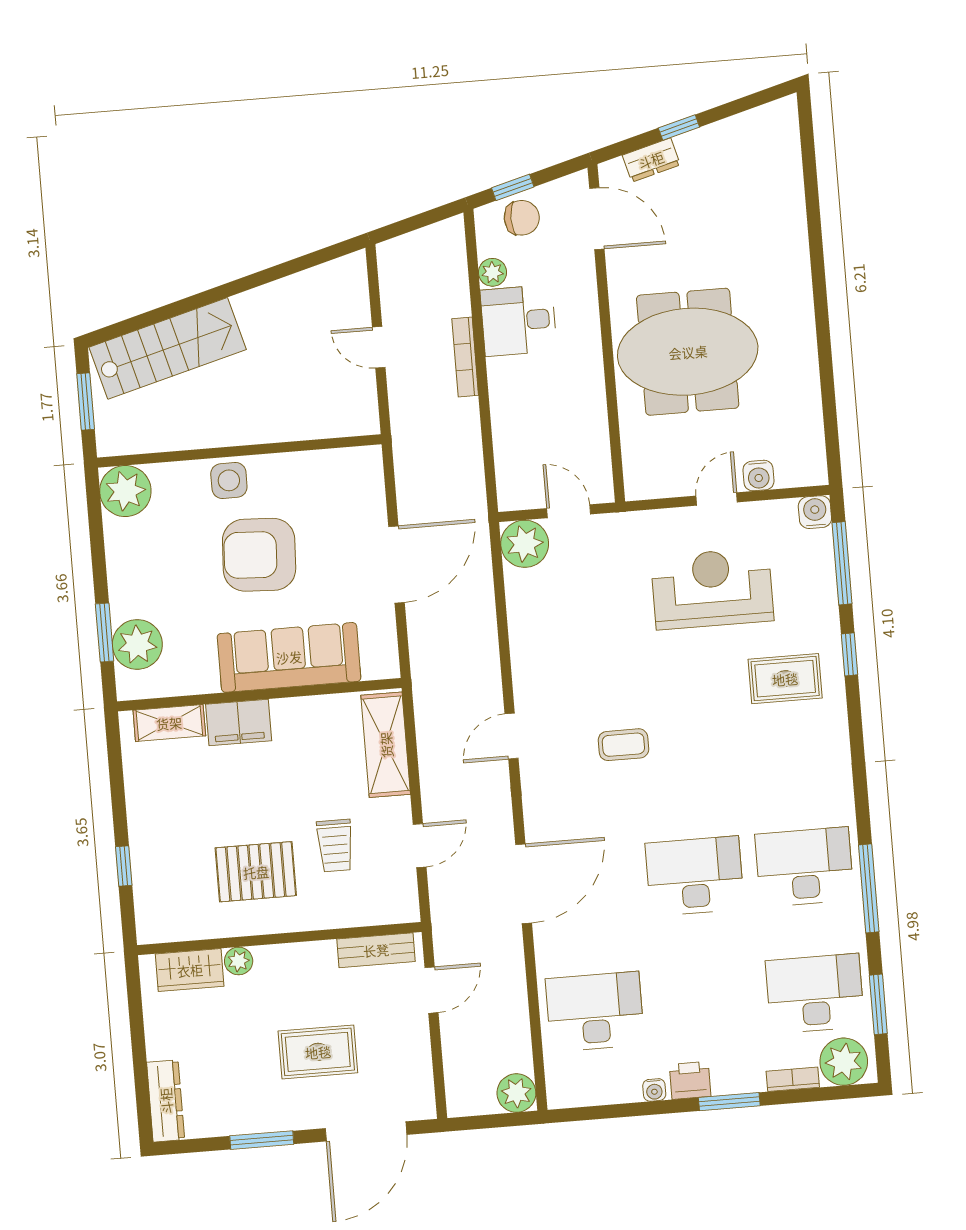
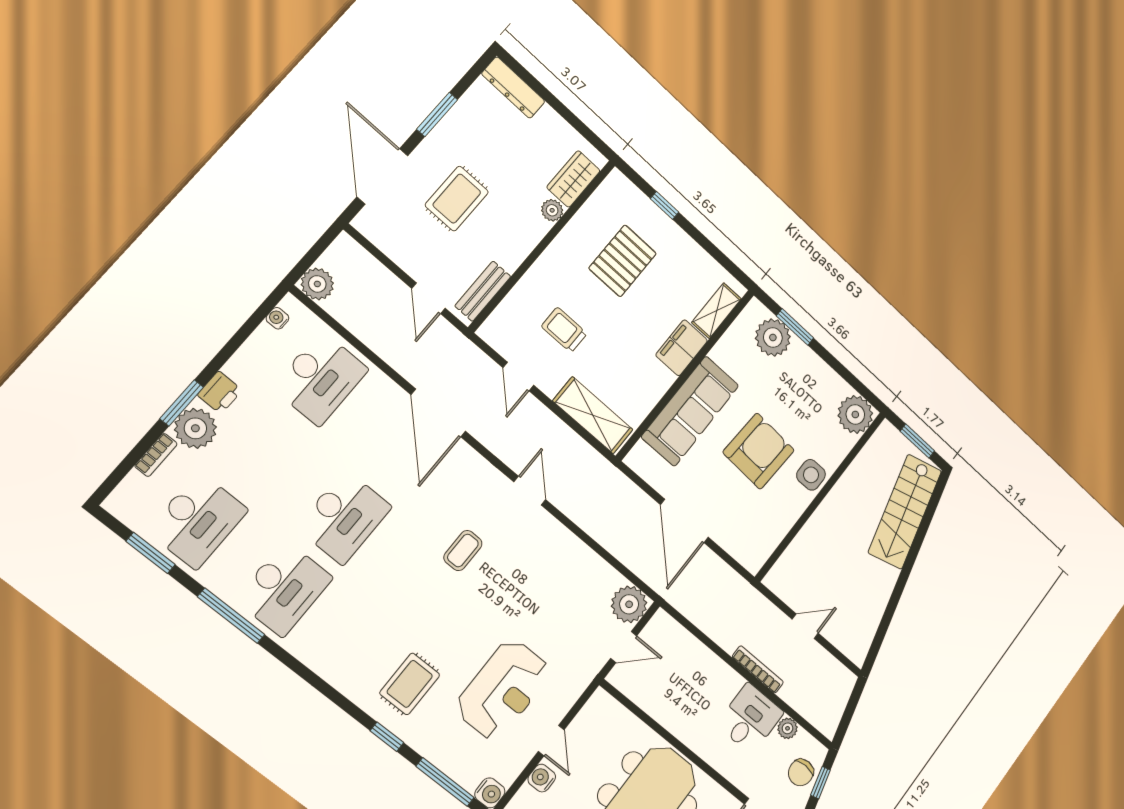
pallet: (256, 872) -> (623, 261), moved
plant: (844, 1062) -> (195, 428), moved
water cooler: (654, 1090) -> (277, 318), moved

